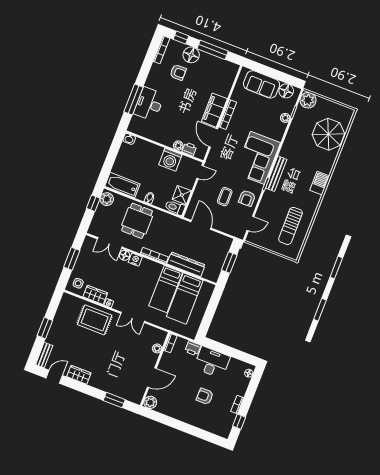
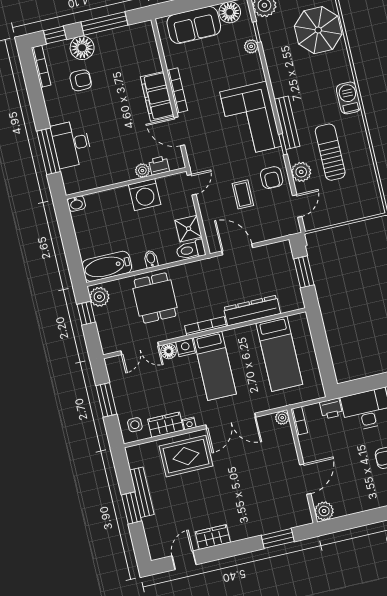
plant: (265, 206) -> (301, 172), added
sun lounger: (290, 226) -> (330, 152), moved, turned 180
bed: (166, 289) -> (215, 366), moved
double door: (133, 317) -> (231, 421), width x1.37
plant: (157, 348) -> (282, 418), moved
bench: (44, 355) -> (142, 492), moved, width x1.36

